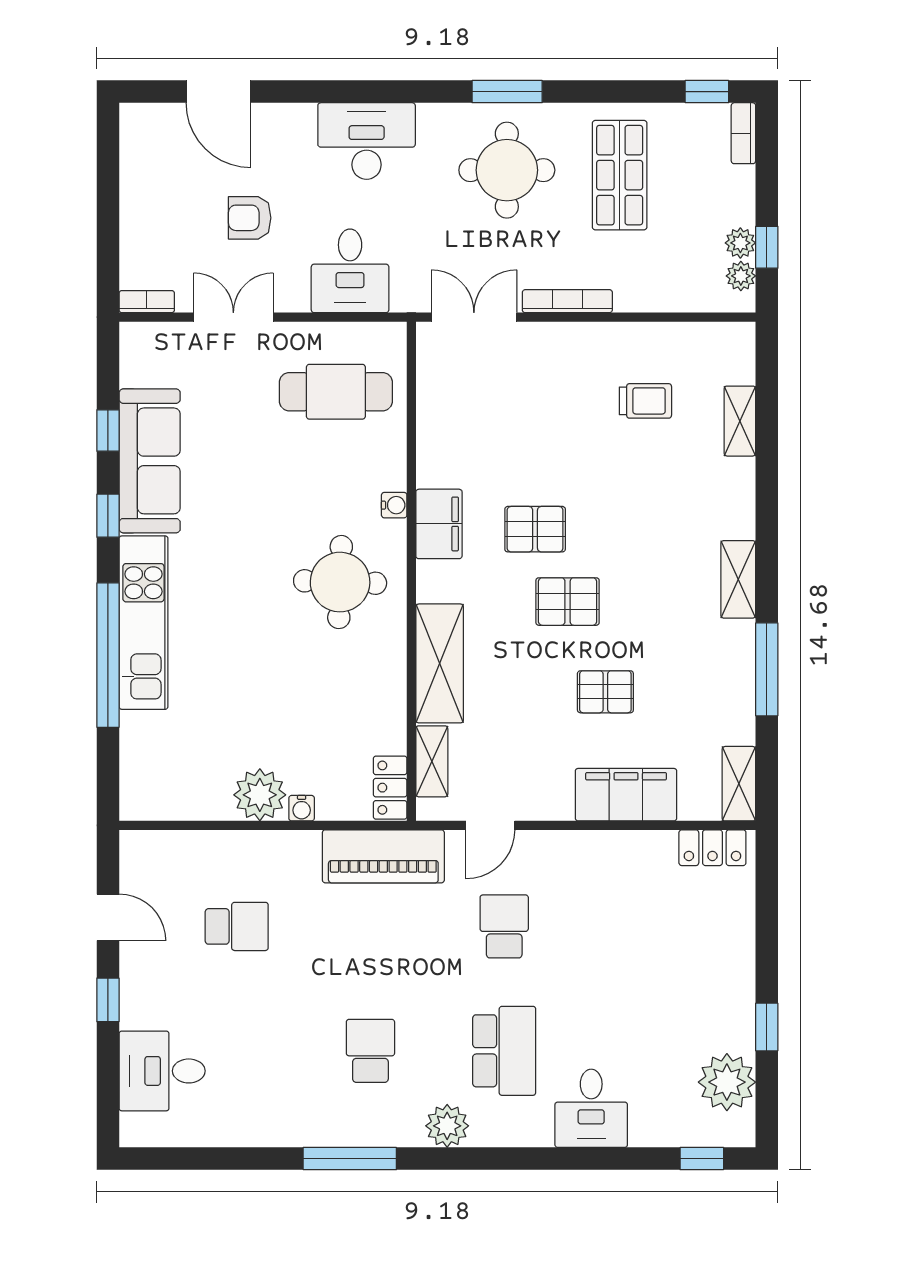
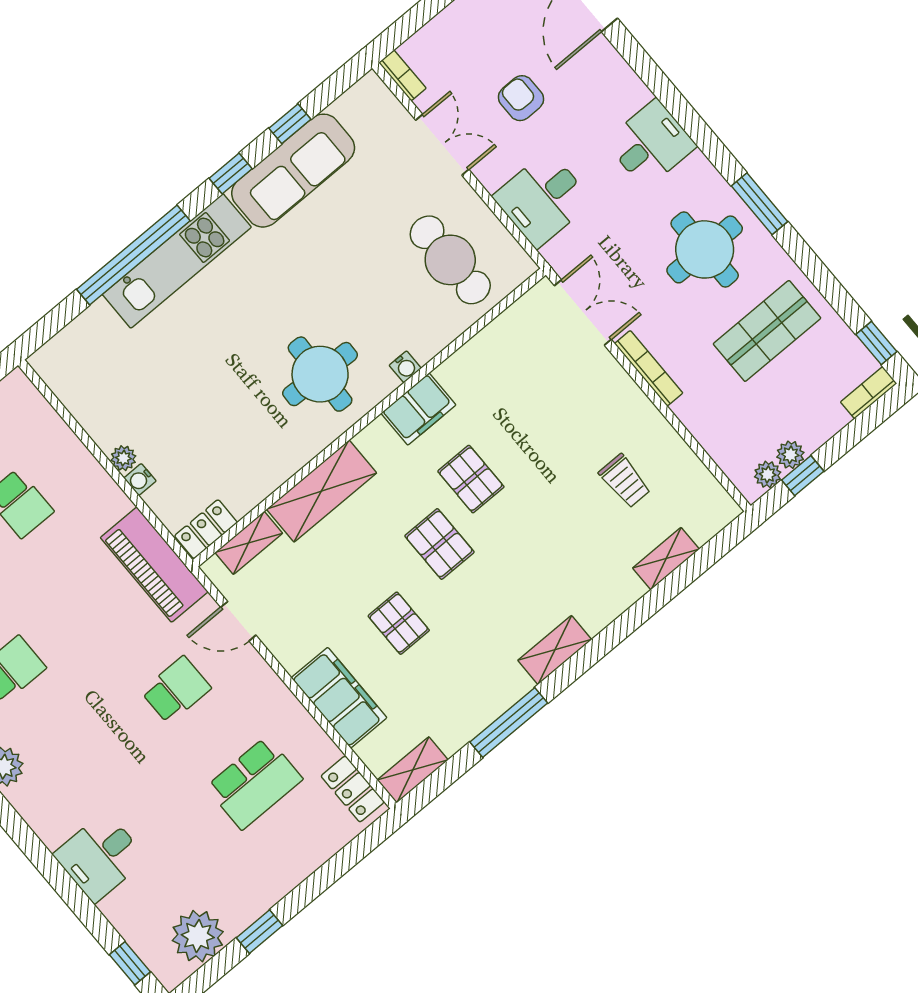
desk: (367, 141) -> (651, 144), width x0.73
plant: (260, 795) -> (123, 458), width x0.53, depth x0.53
school desk: (504, 1051) -> (254, 783), moved

